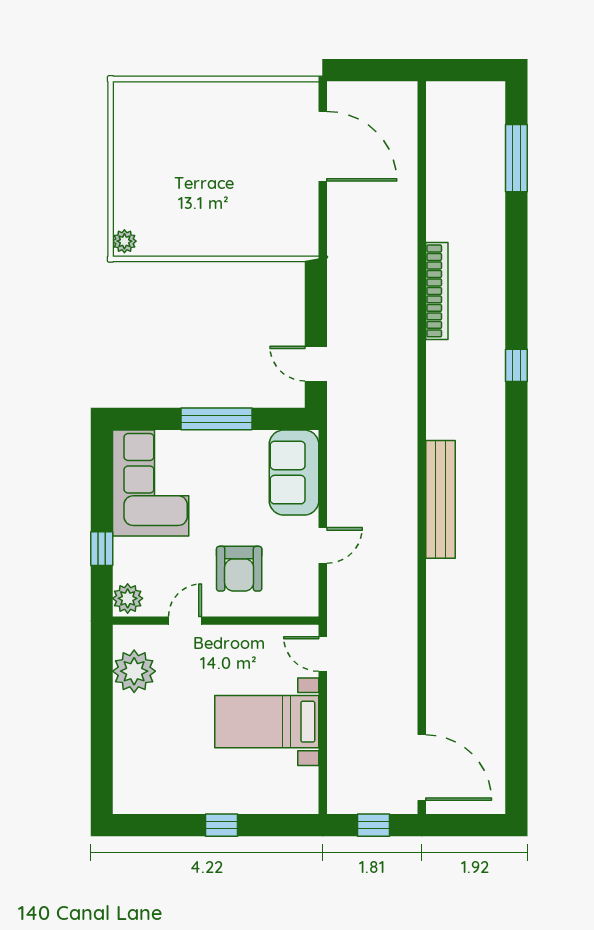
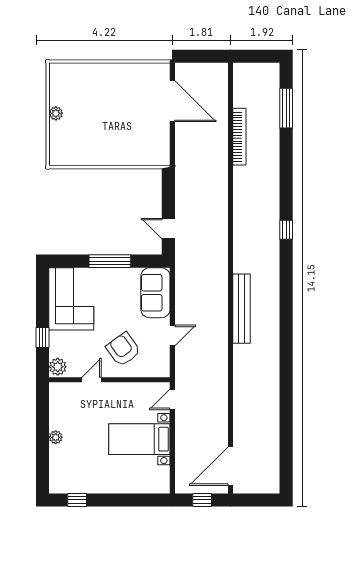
plant: (124, 241) -> (56, 113), moved
bookcase: (437, 291) -> (239, 137), moved
armchair: (239, 569) -> (123, 349), turned 144
door: (323, 654) -> (172, 399), hinge flipped
plant: (134, 671) -> (56, 437), moved, width x0.53, depth x0.53
door: (422, 768) -> (230, 466), swing flipped
window: (221, 825) -> (77, 500), moved

